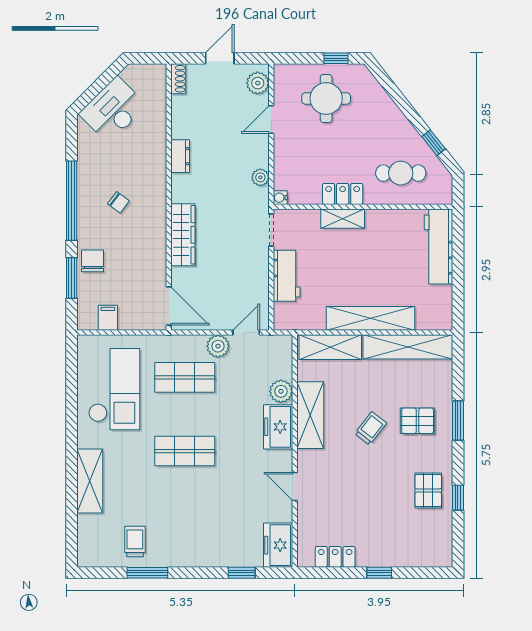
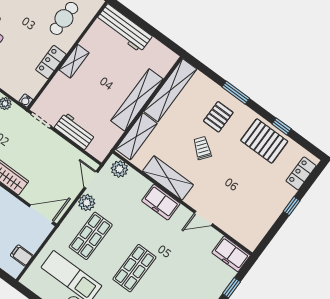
shelving: (343, 219) -> (74, 61), moved
plant: (281, 391) -> (119, 169), moved
pallet: (428, 490) -> (264, 141), width x1.50, depth x1.42
locker: (335, 557) -> (301, 173), moved

